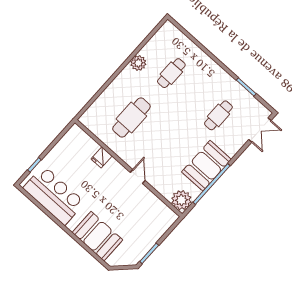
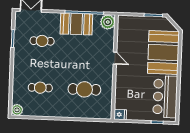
plant: (138, 63) -> (17, 110), moved
fridge: (102, 157) -> (120, 114), moved
door: (138, 176) -> (115, 58), swing flipped
booth: (97, 236) -> (163, 52), width x1.36, depth x1.42

